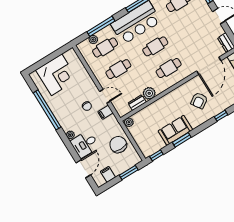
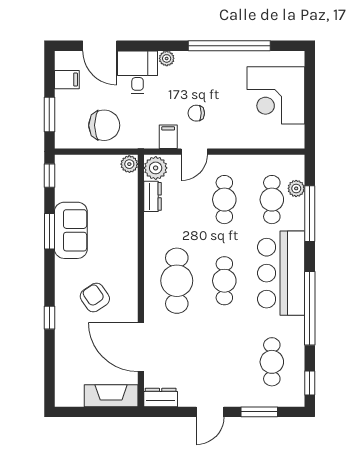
cafe table: (169, 68) -> (177, 281), width x1.37, depth x1.35
plant: (149, 93) -> (156, 168), moved

